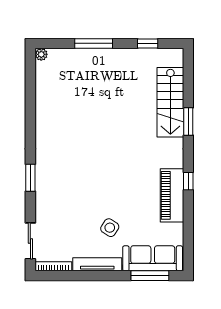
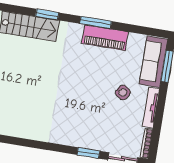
window: (30, 178) -> (88, 153), moved
window: (188, 181) -> (96, 22), width x2.17

